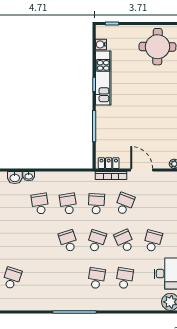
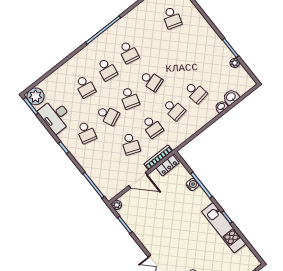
water cooler: (101, 44) -> (192, 185), moved
school desk: (68, 278) -> (129, 52), added

